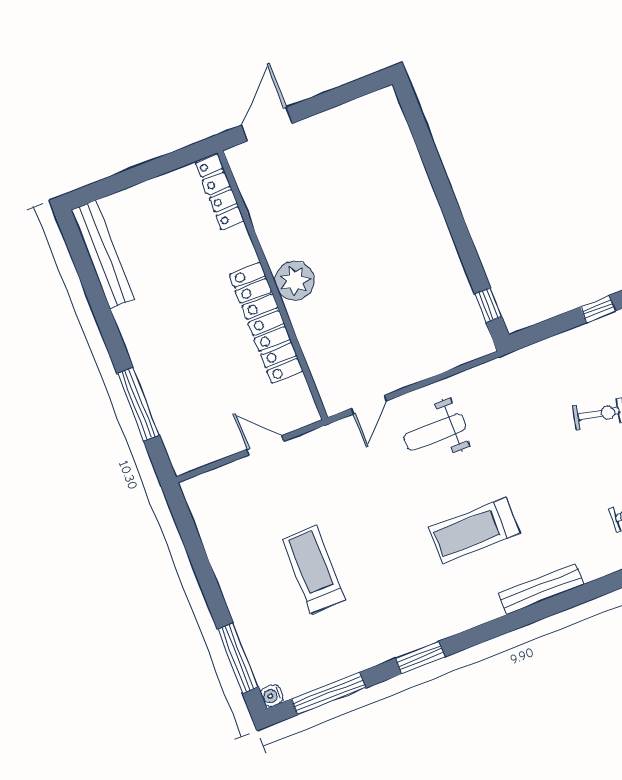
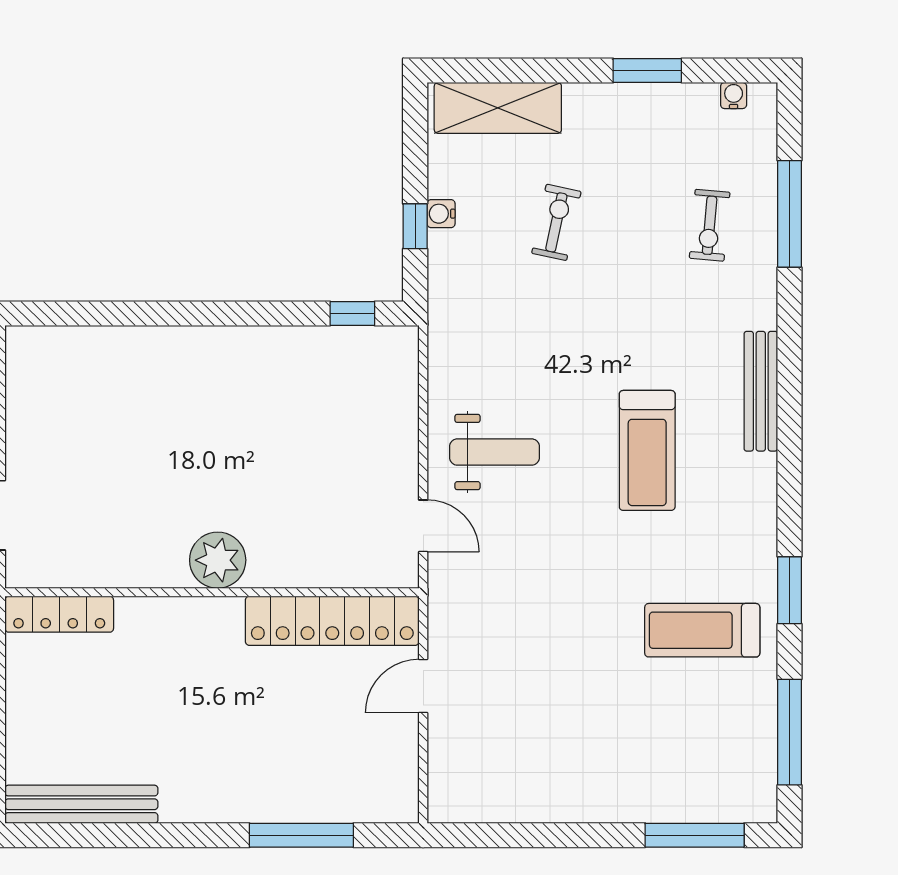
window: (598, 309) -> (415, 226), moved
locker: (266, 323) -> (332, 621), moved
weight bench: (435, 432) -> (494, 452), turned -90
treadmill: (314, 570) -> (702, 630), moved
water cooler: (272, 696) -> (441, 214), moved, turned 90

